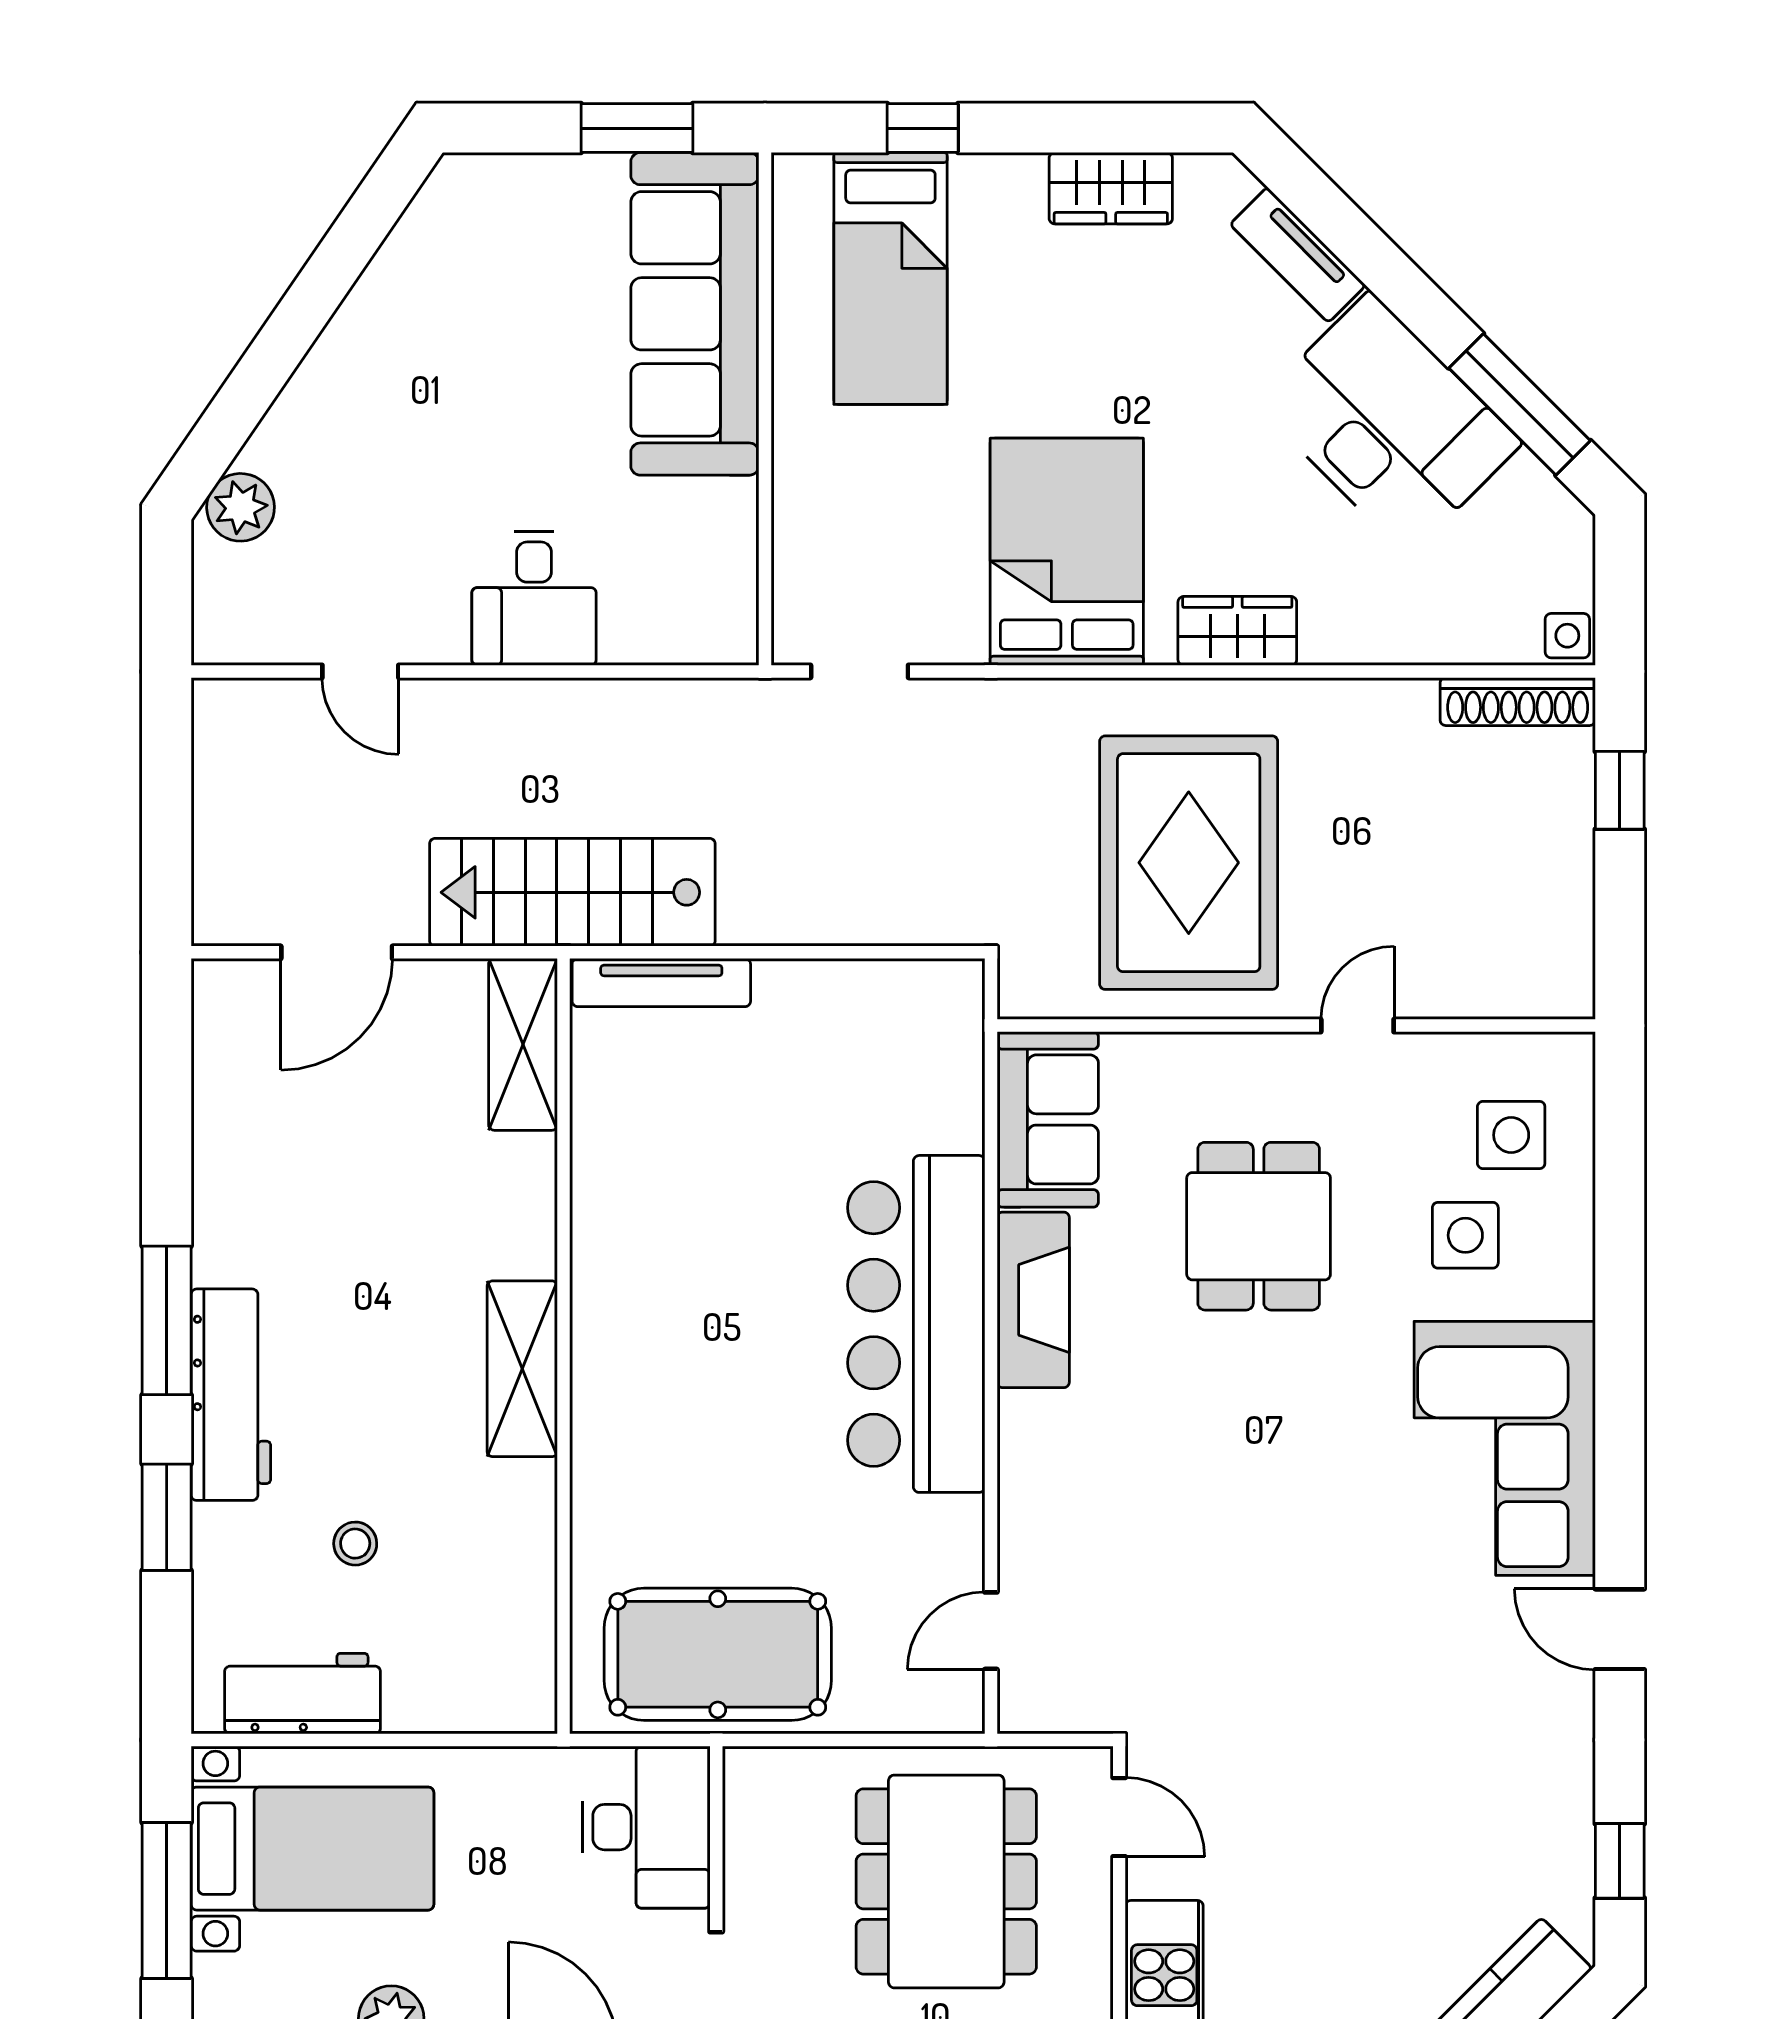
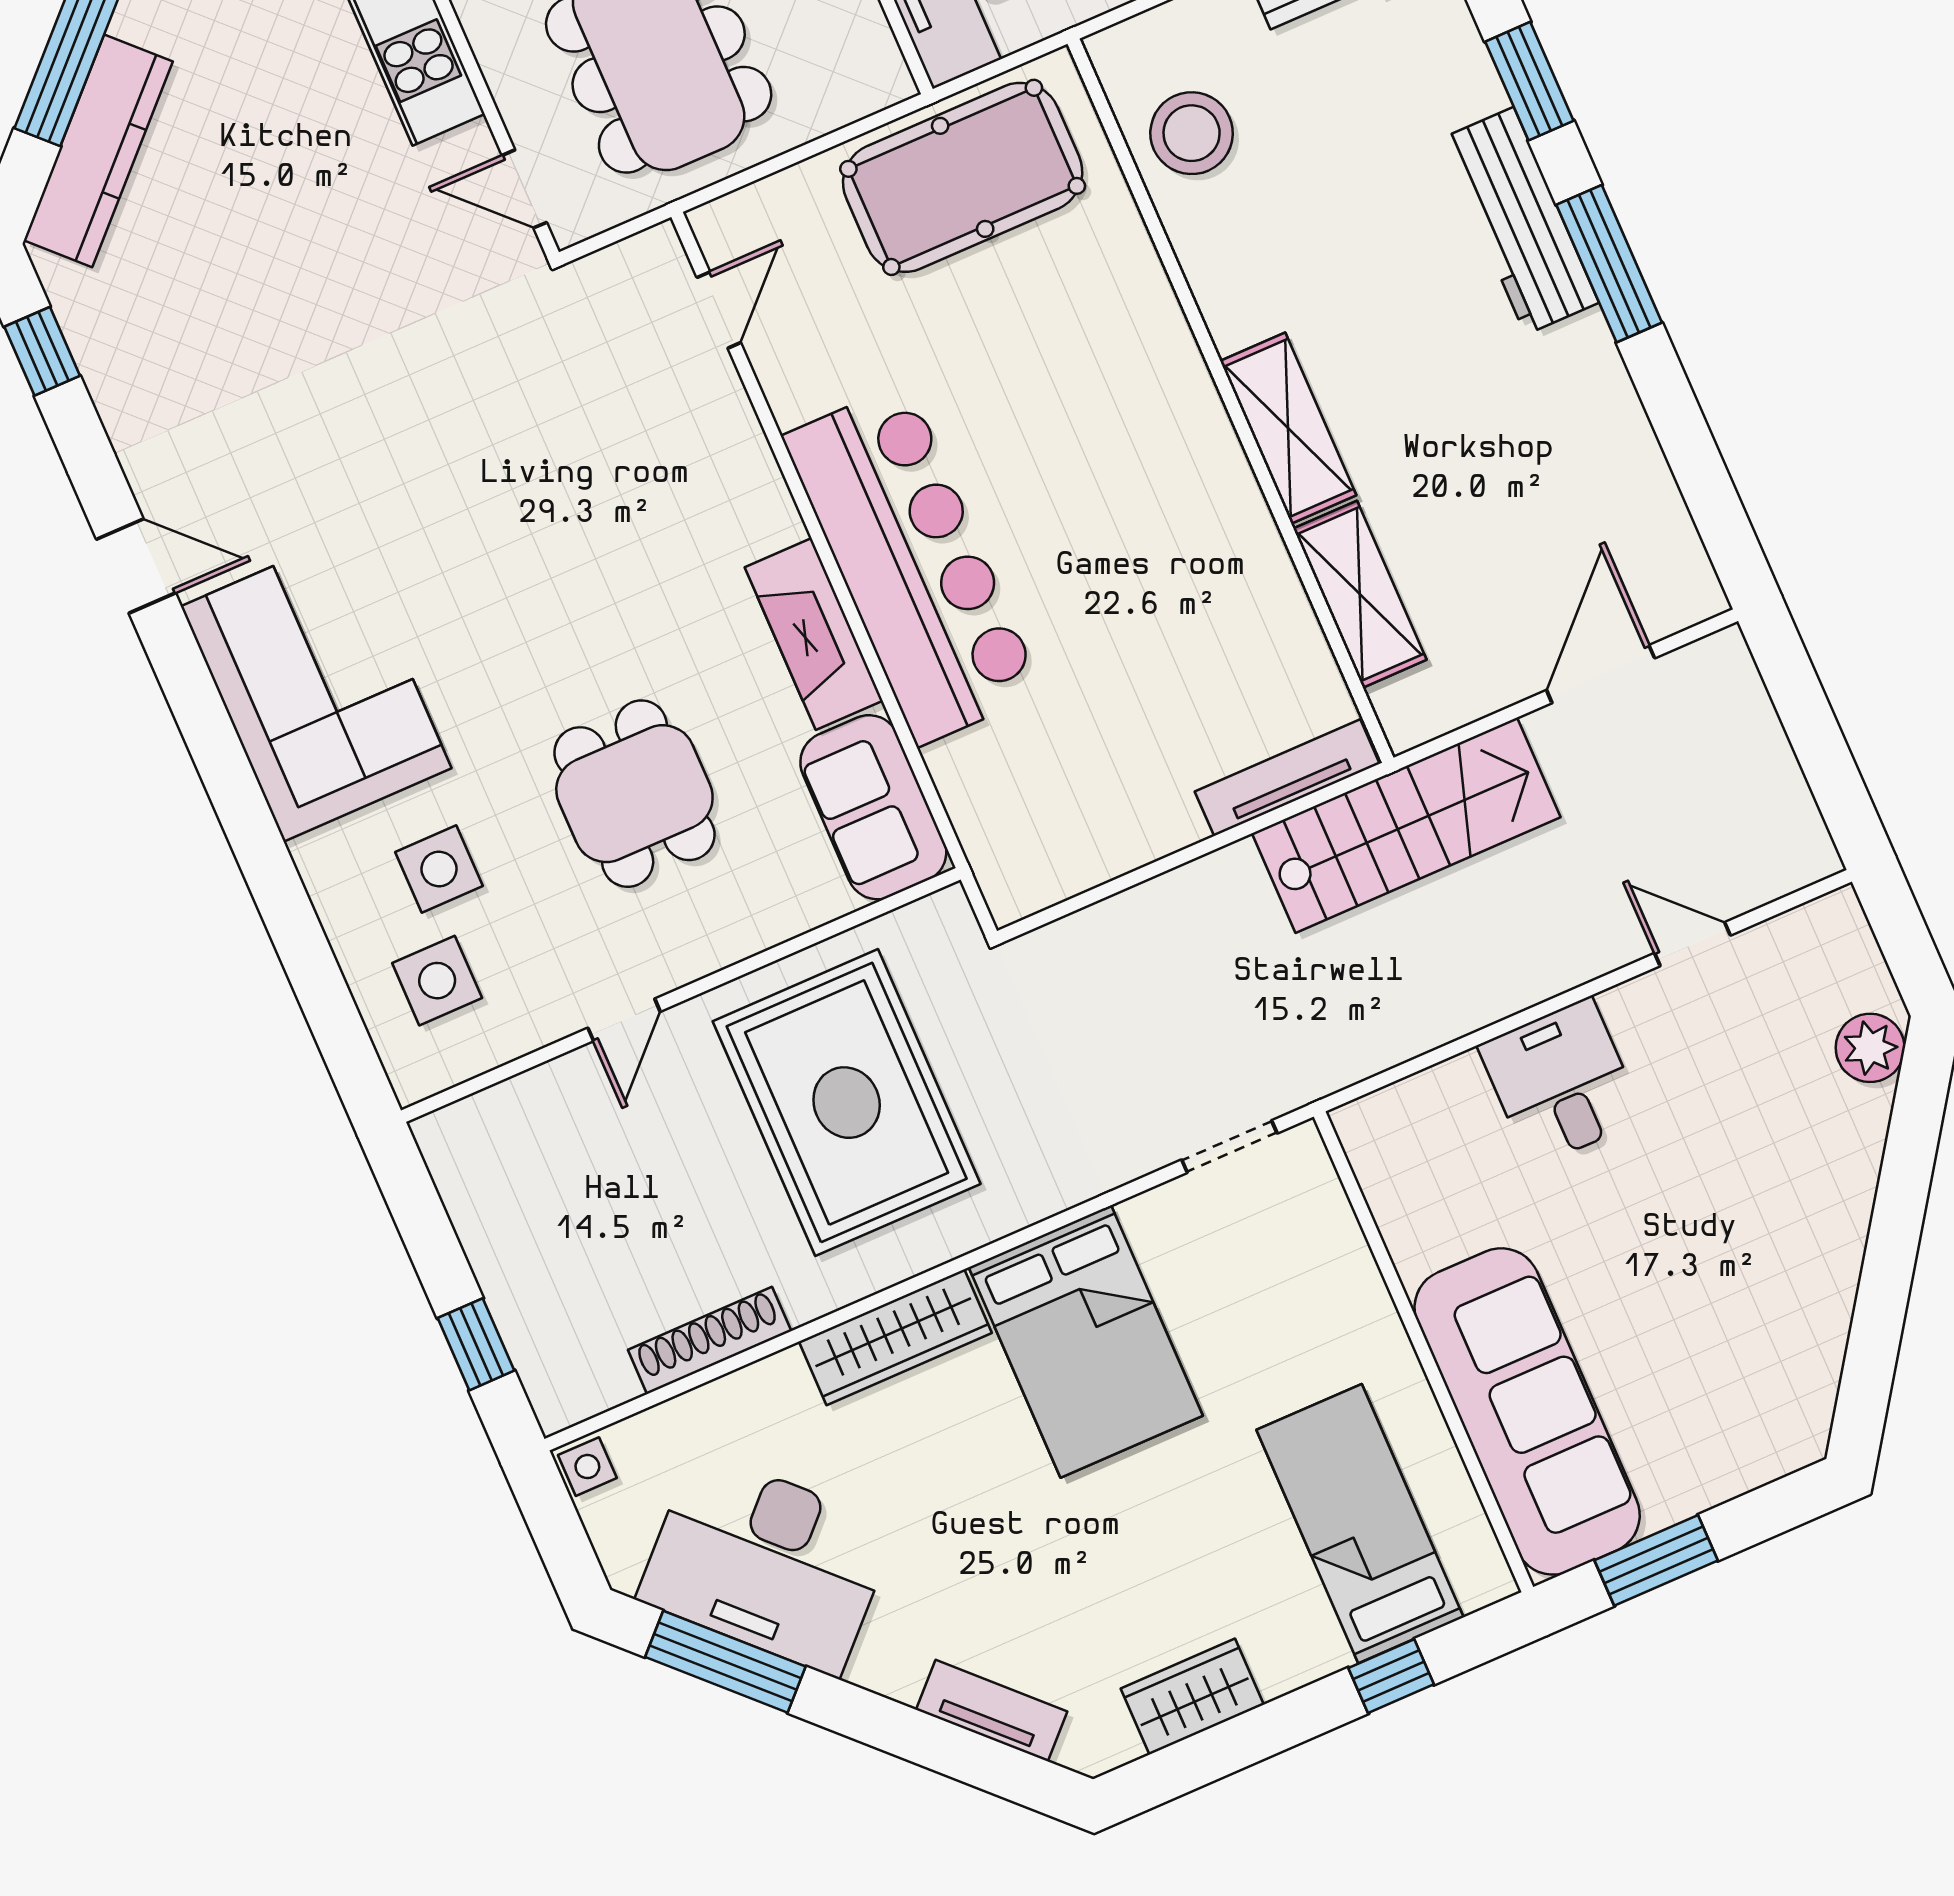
desk: (1389, 424) -> (767, 1563), moved
wardrobe: (1237, 631) -> (895, 1337), width x1.50
shoe rack: (1518, 702) -> (710, 1340), moved
shelving: (523, 1044) -> (1360, 594), moved
shelving: (522, 1369) -> (1288, 428), moved
stool: (355, 1544) -> (1192, 133), moved, width x1.89, depth x1.89

